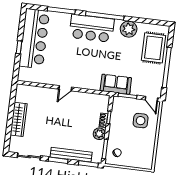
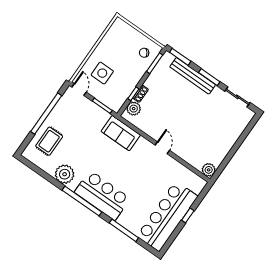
rug: (153, 48) -> (49, 141), width x0.73, depth x0.70
sofa: (116, 84) -> (121, 133), moved
door: (65, 88) -> (162, 148), hinge flipped
plant: (22, 90) -> (209, 170), added
wardrobe: (19, 119) -> (228, 141), removed
plant: (99, 134) -> (134, 109), moved

